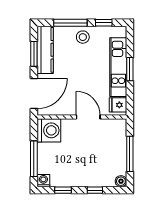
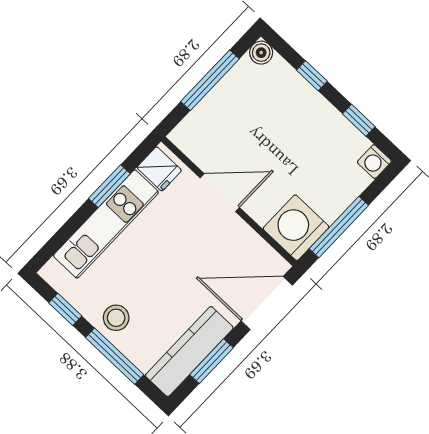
window: (130, 69) -> (109, 186), moved
door: (88, 117) -> (220, 193), swing flipped
window: (34, 159) -> (339, 227), moved

